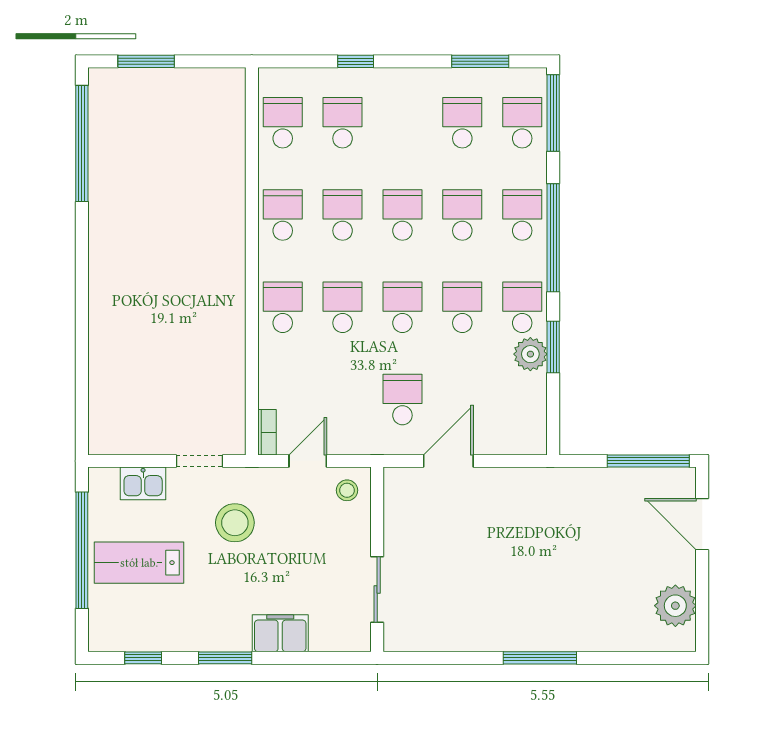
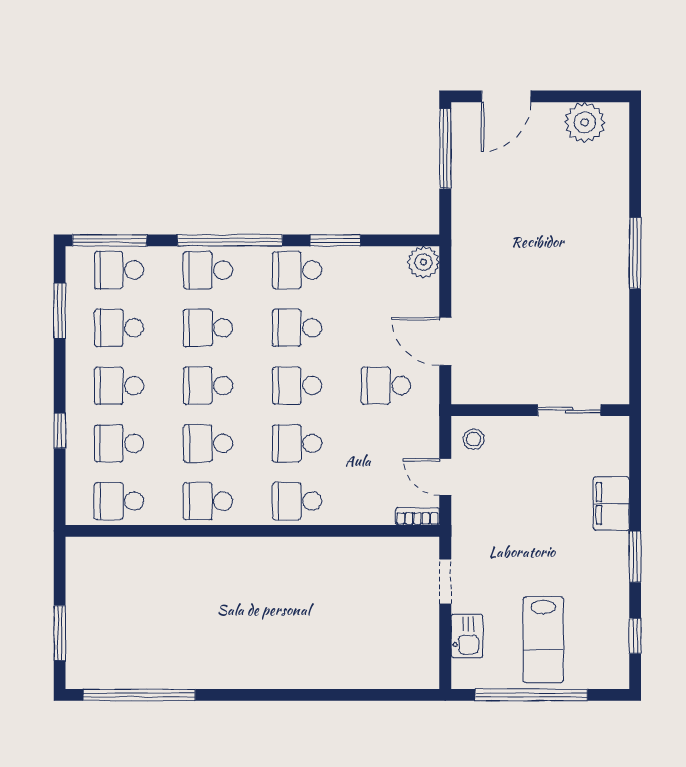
school desk: (402, 123) -> (119, 386), added
plant: (530, 354) -> (423, 262), moved
stool: (235, 523) -> (505, 547), removed

